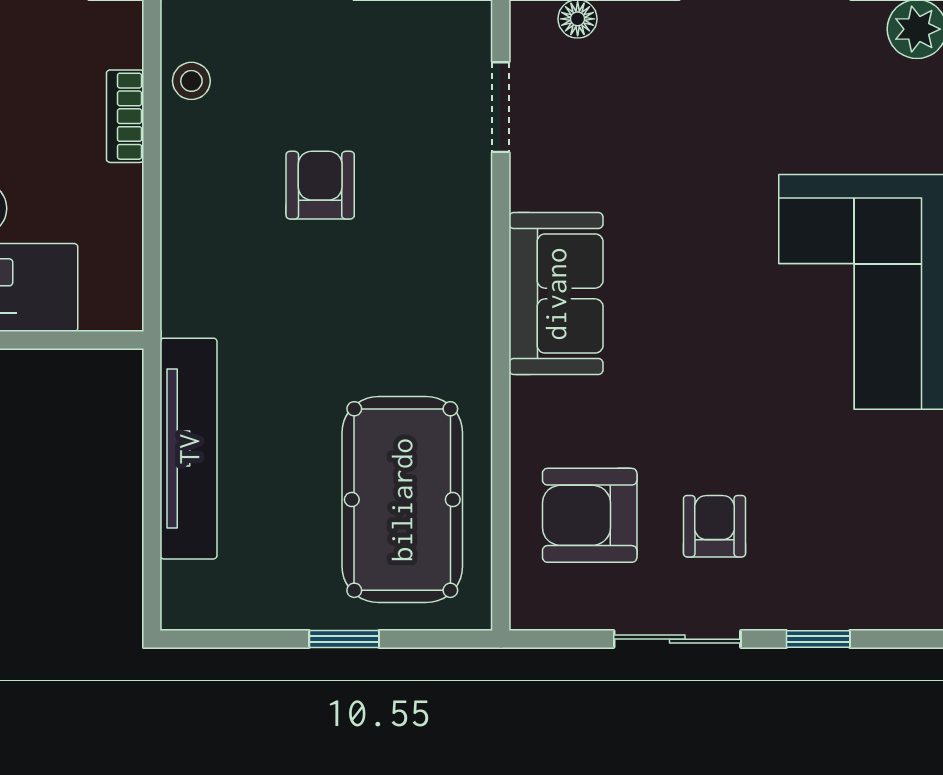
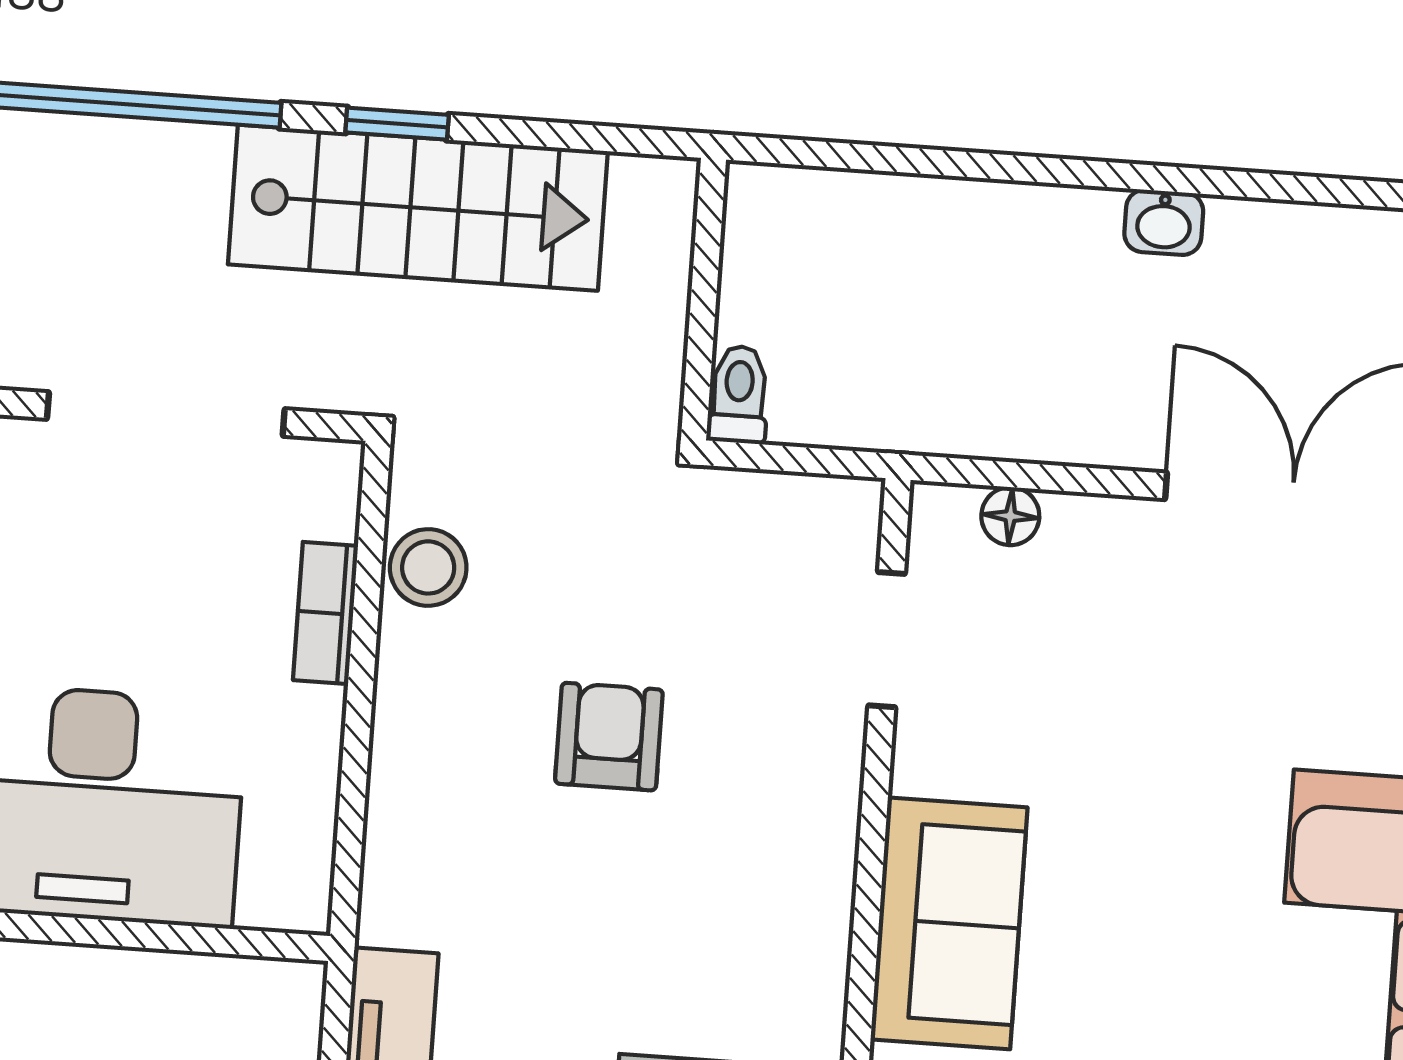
stool: (191, 81) -> (428, 567), width x1.37, depth x1.37

